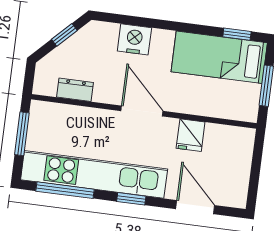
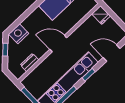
nightstand: (134, 39) -> (19, 34), moved
fridge: (191, 135) -> (101, 15), moved

